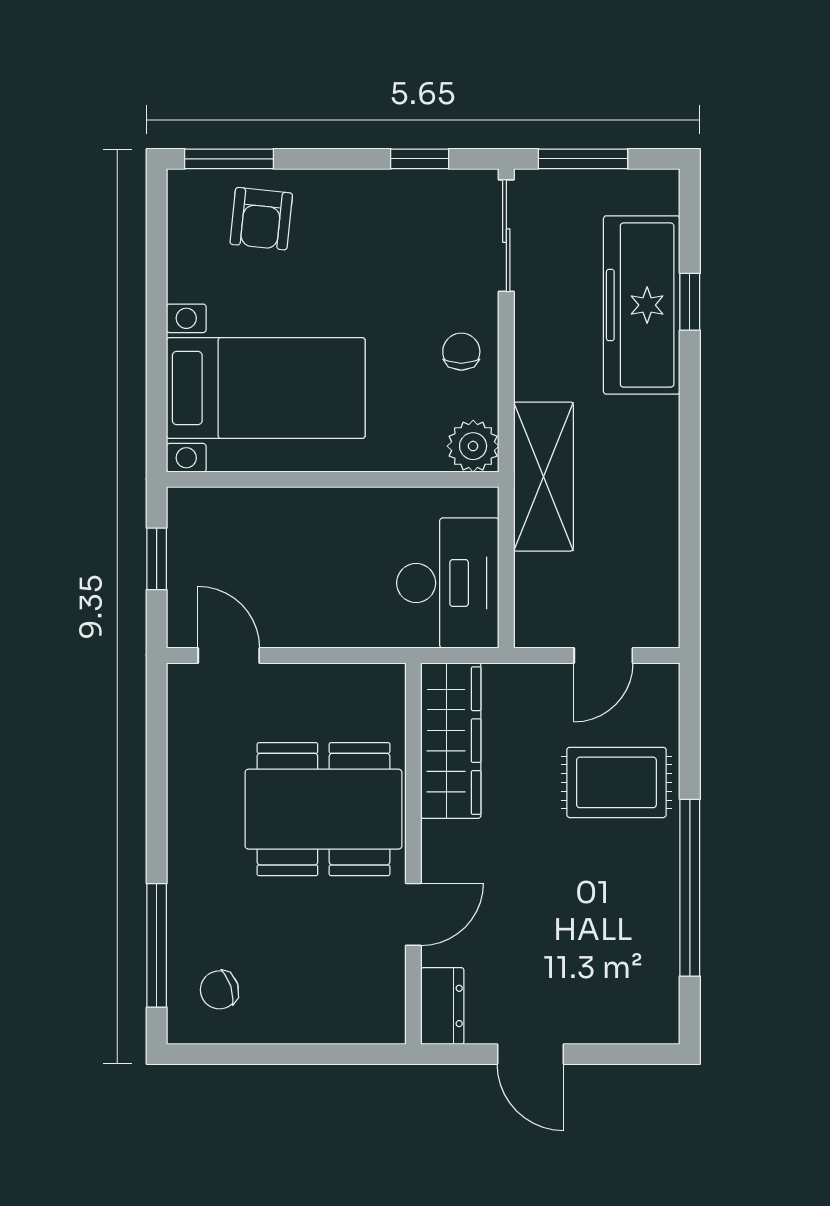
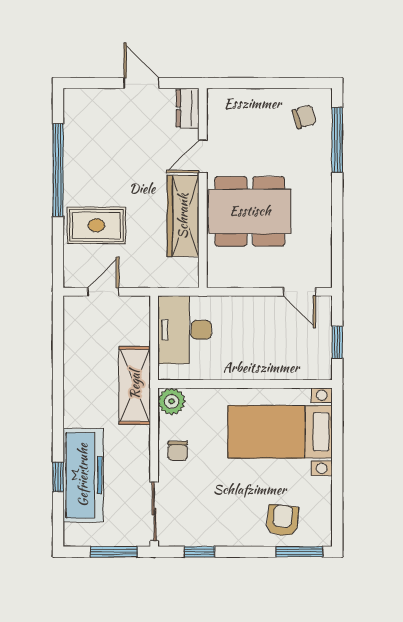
wardrobe: (451, 741) -> (183, 216), moved

